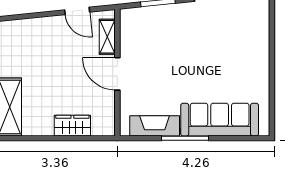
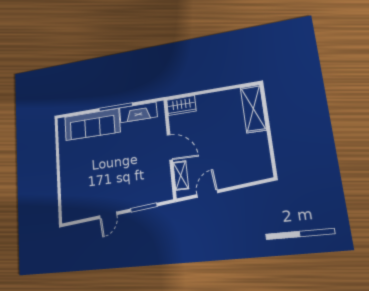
door: (77, 11) -> (207, 194), hinge flipped
wardrobe: (72, 126) -> (181, 106), moved

